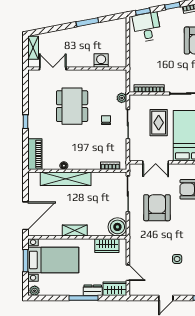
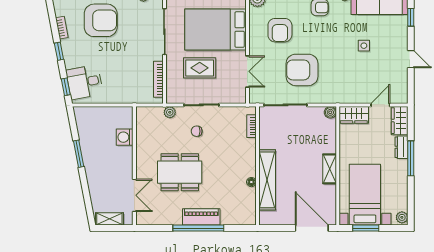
double door: (53, 69) -> (134, 195), swing flipped
window: (26, 122) -> (198, 228), width x3.17
piano: (35, 154) -> (201, 217), moved
boiler: (117, 227) -> (330, 112), width x0.54, depth x0.54
wardrobe: (107, 246) -> (354, 115), moved, turned 90

